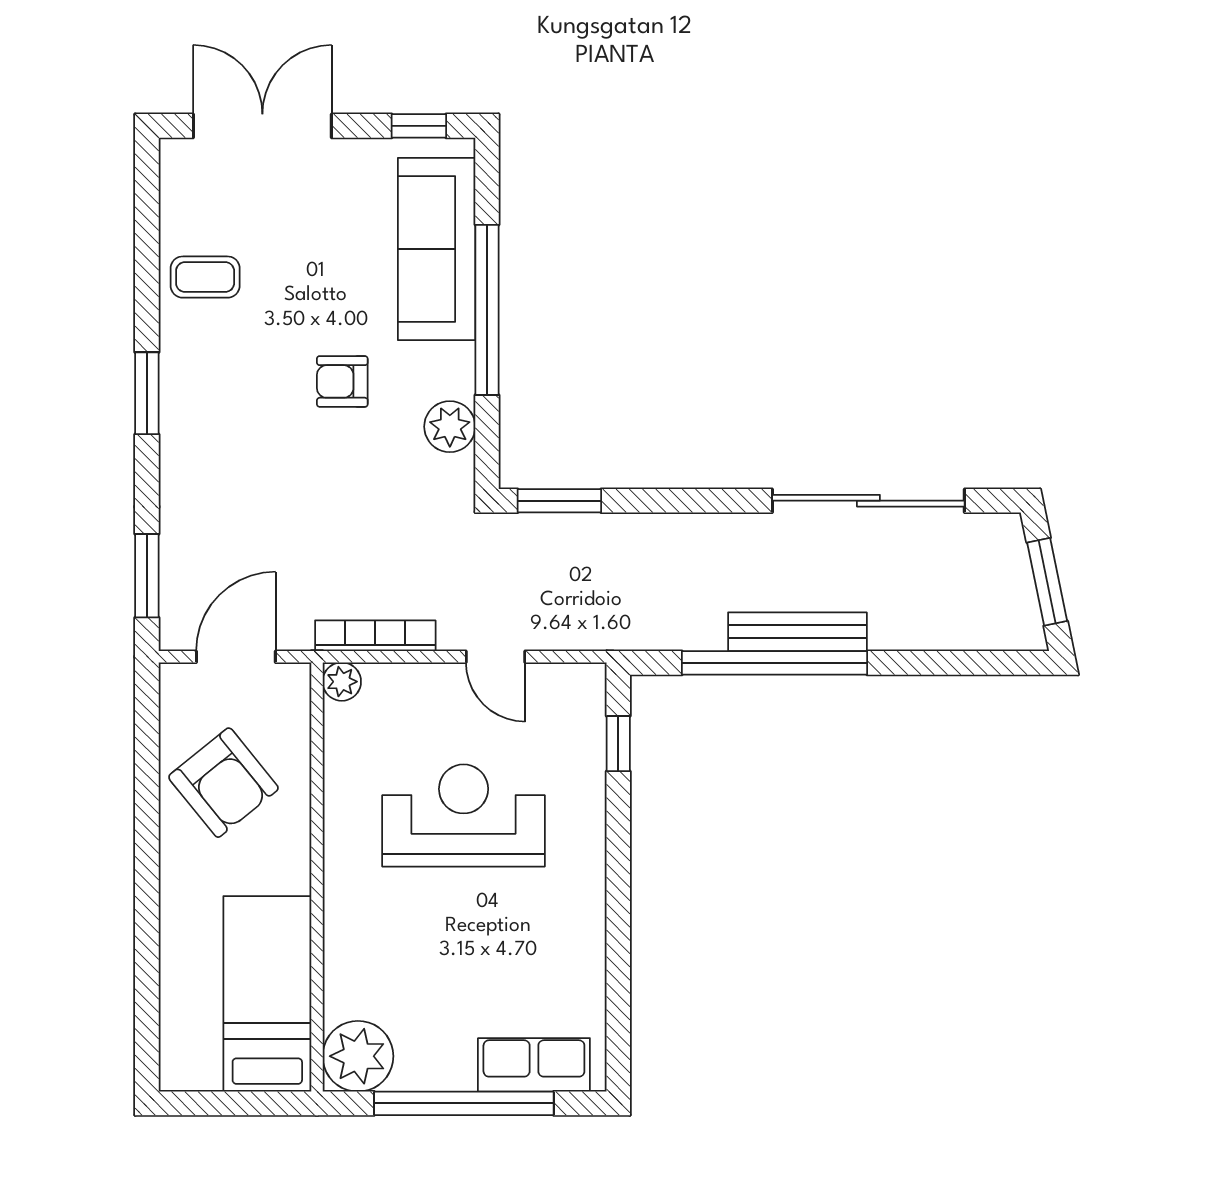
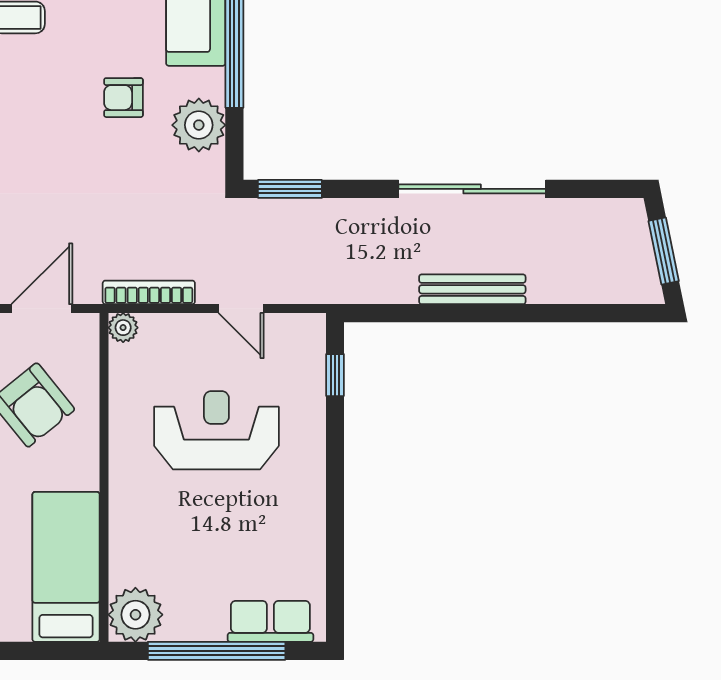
plant: (450, 427) -> (199, 125), width x1.36, depth x1.36
sliding door: (868, 501) -> (472, 189), moved
window: (774, 663) -> (455, 313), removed

